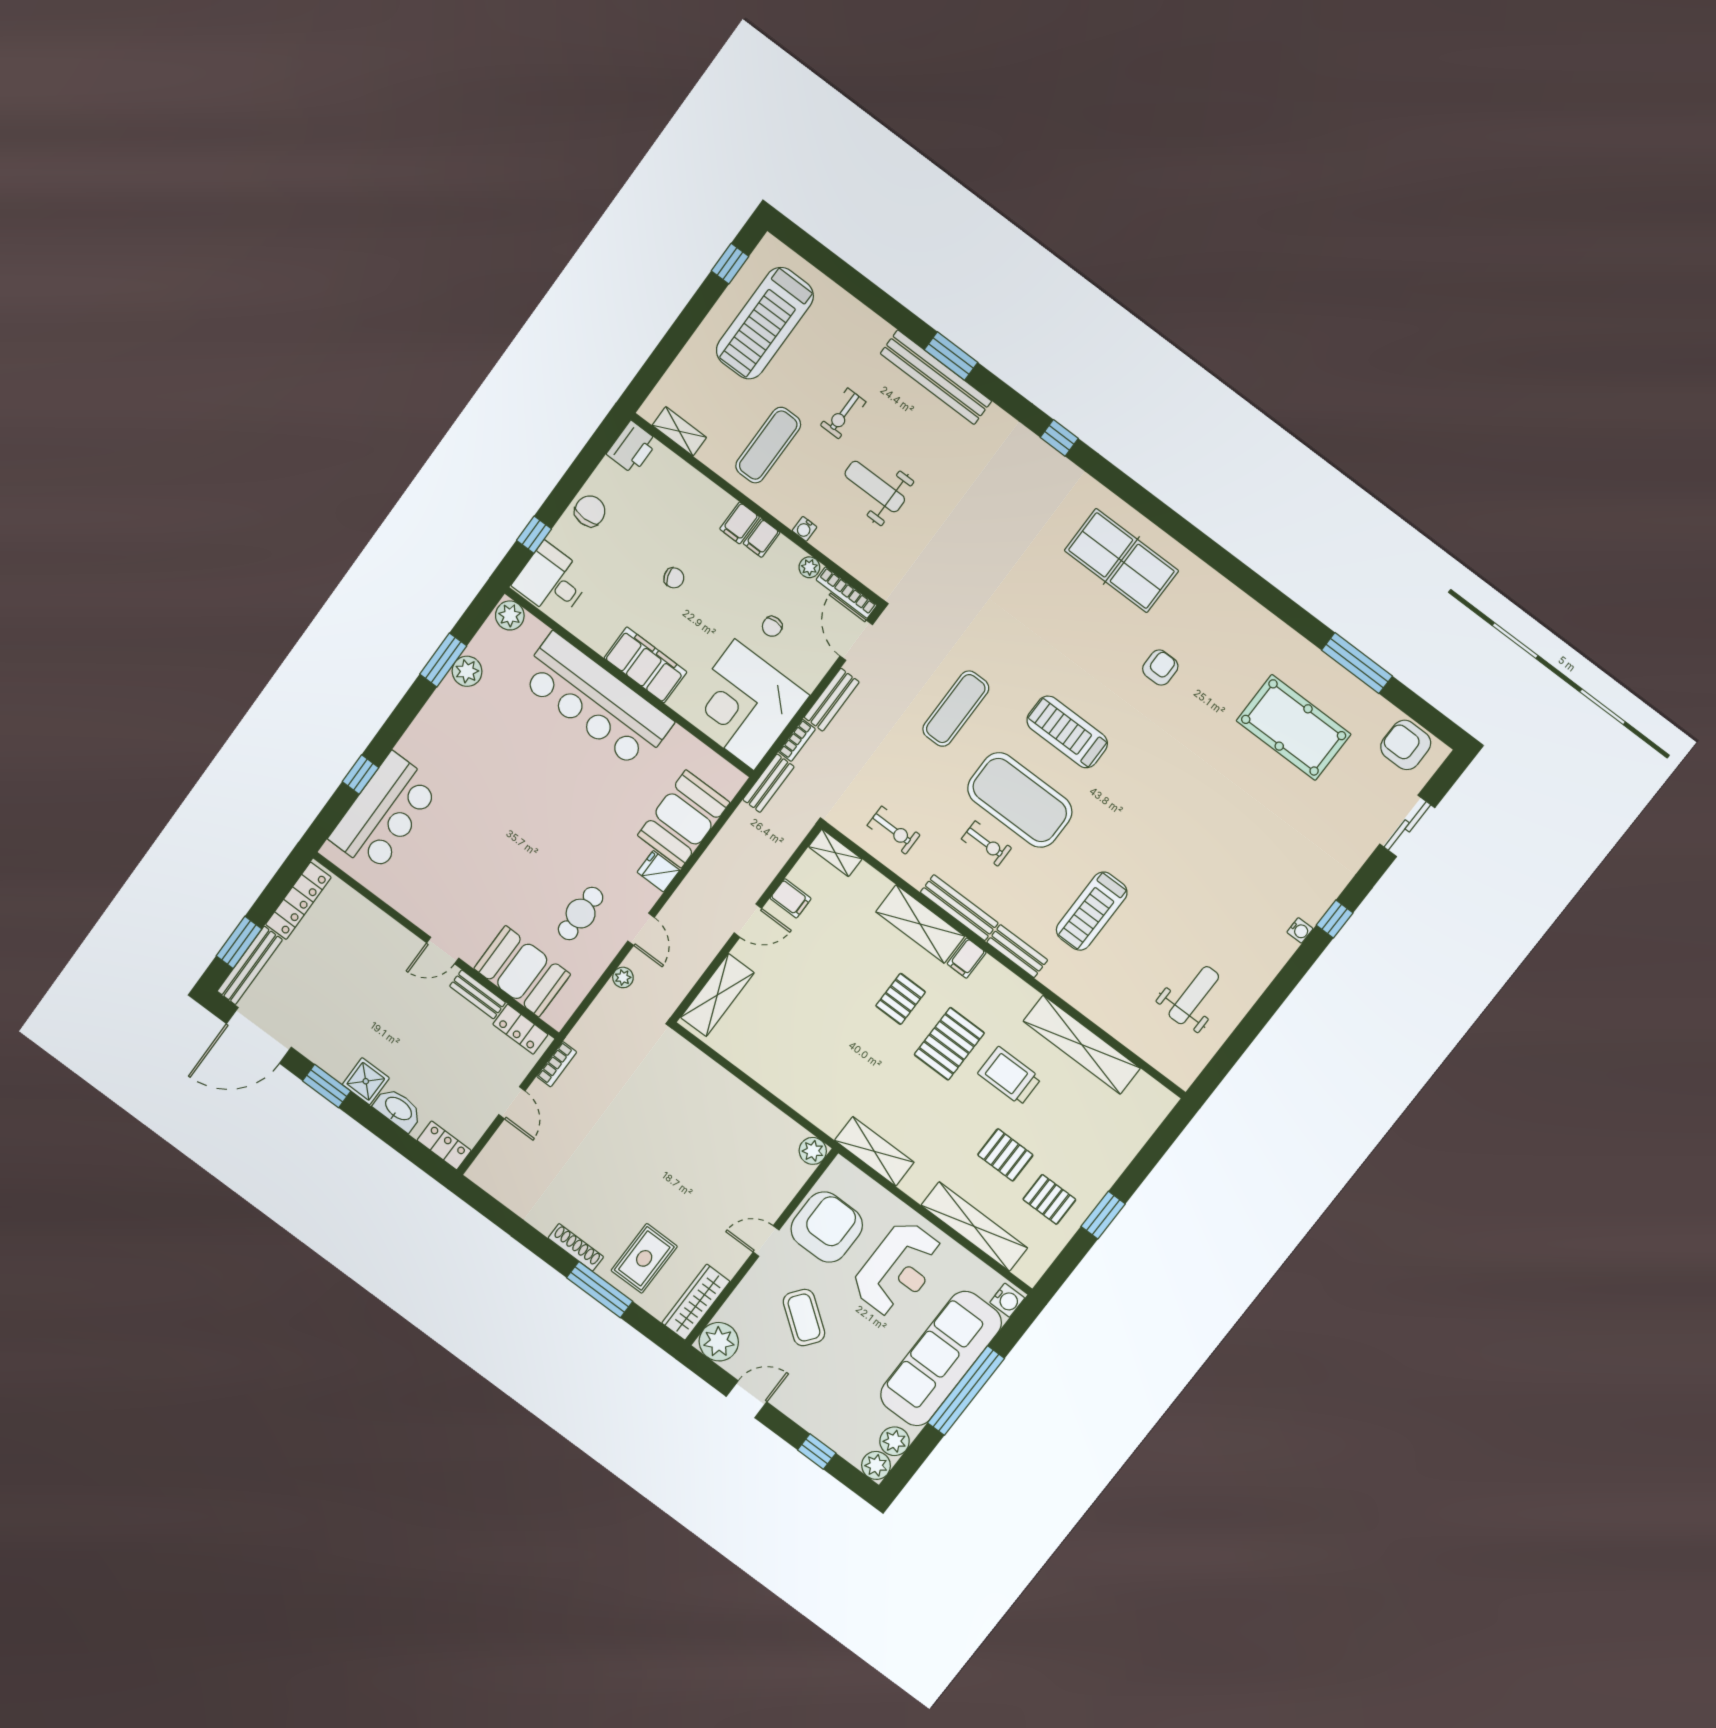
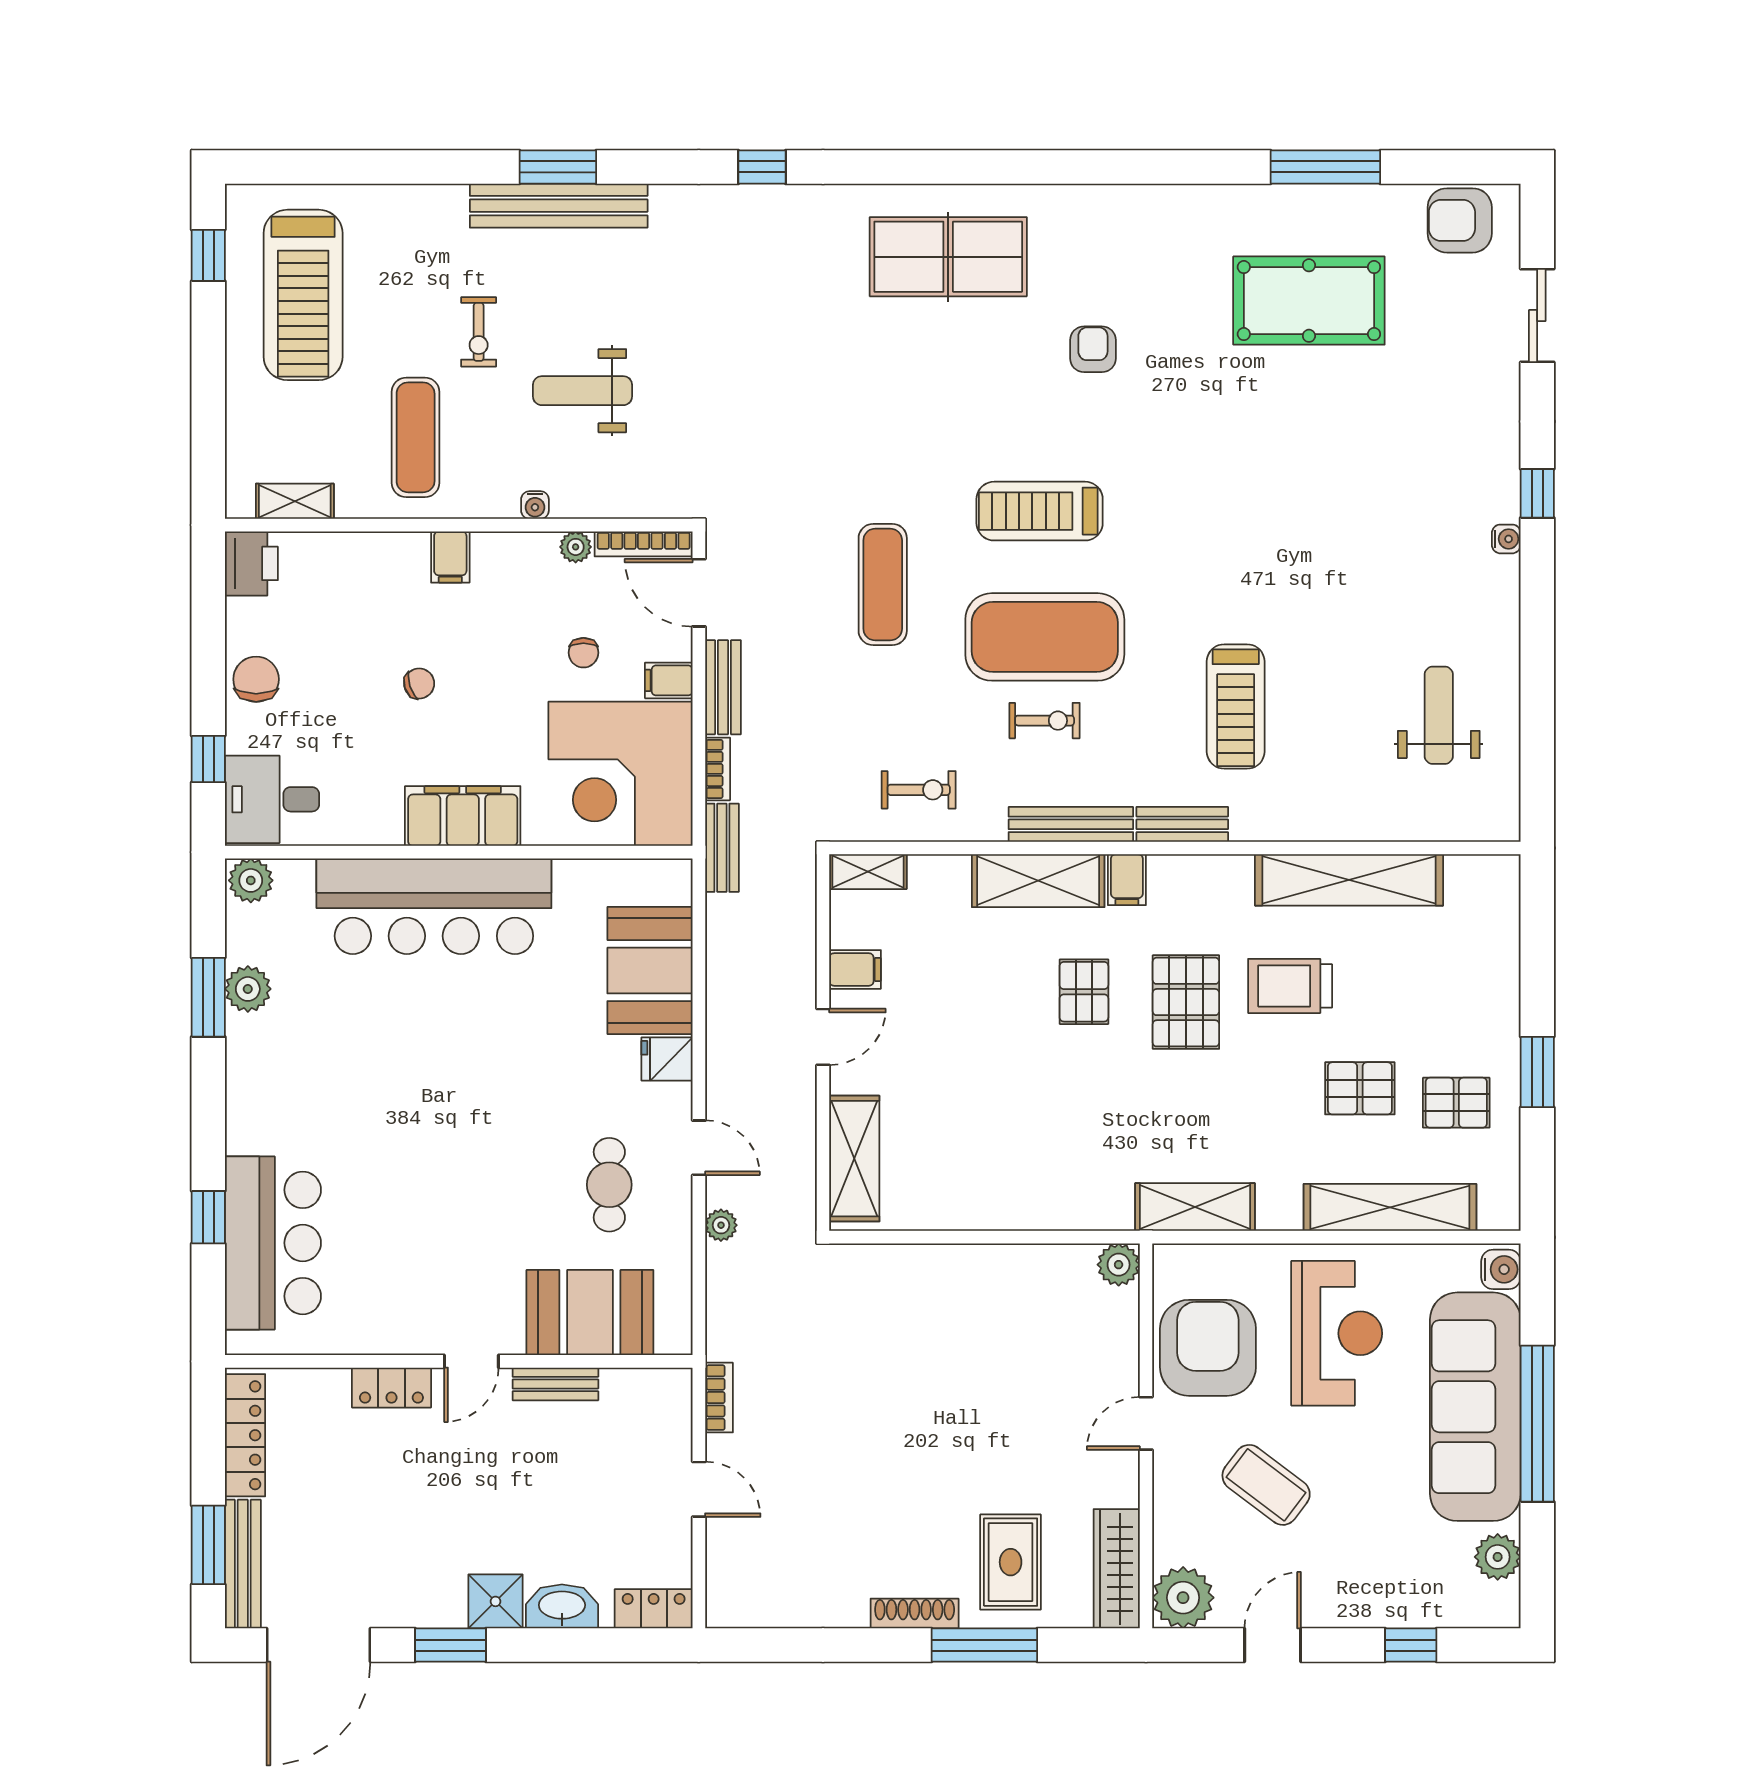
filing cabinet: (762, 538) -> (669, 680), moved, turned 90
locker: (520, 1029) -> (391, 1388), moved
plant: (876, 1465) -> (1498, 1606), removed

